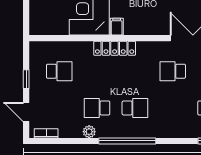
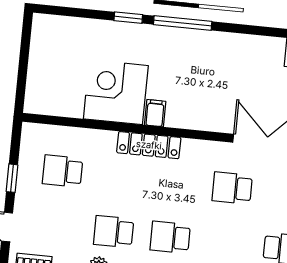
school desk: (59, 71) -> (63, 171), turned 180
school desk: (135, 108) -> (170, 237), turned 180

